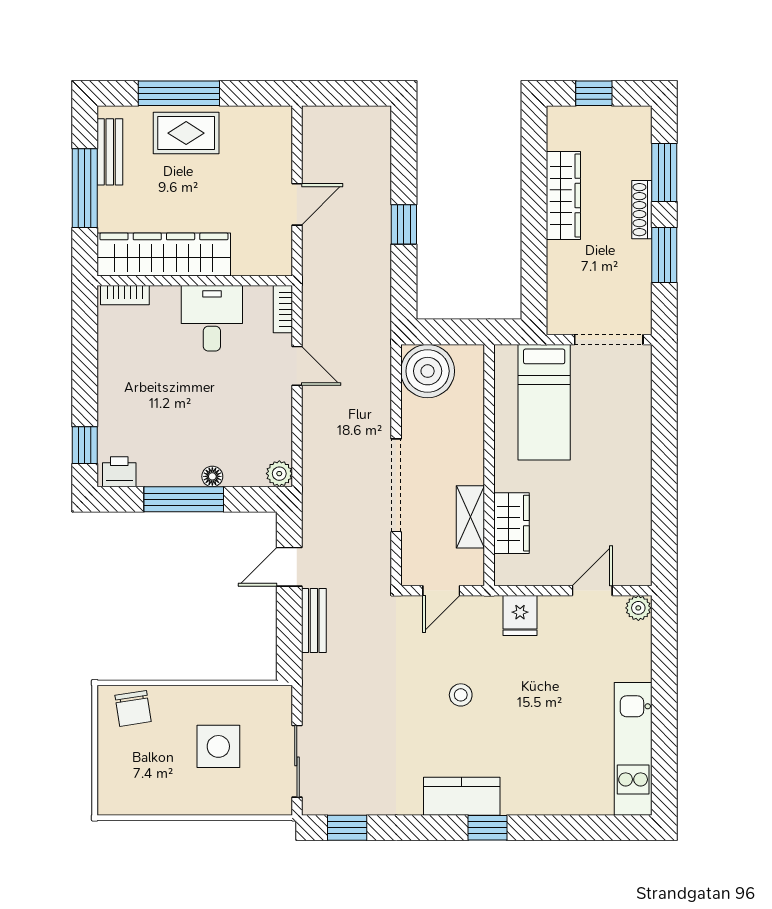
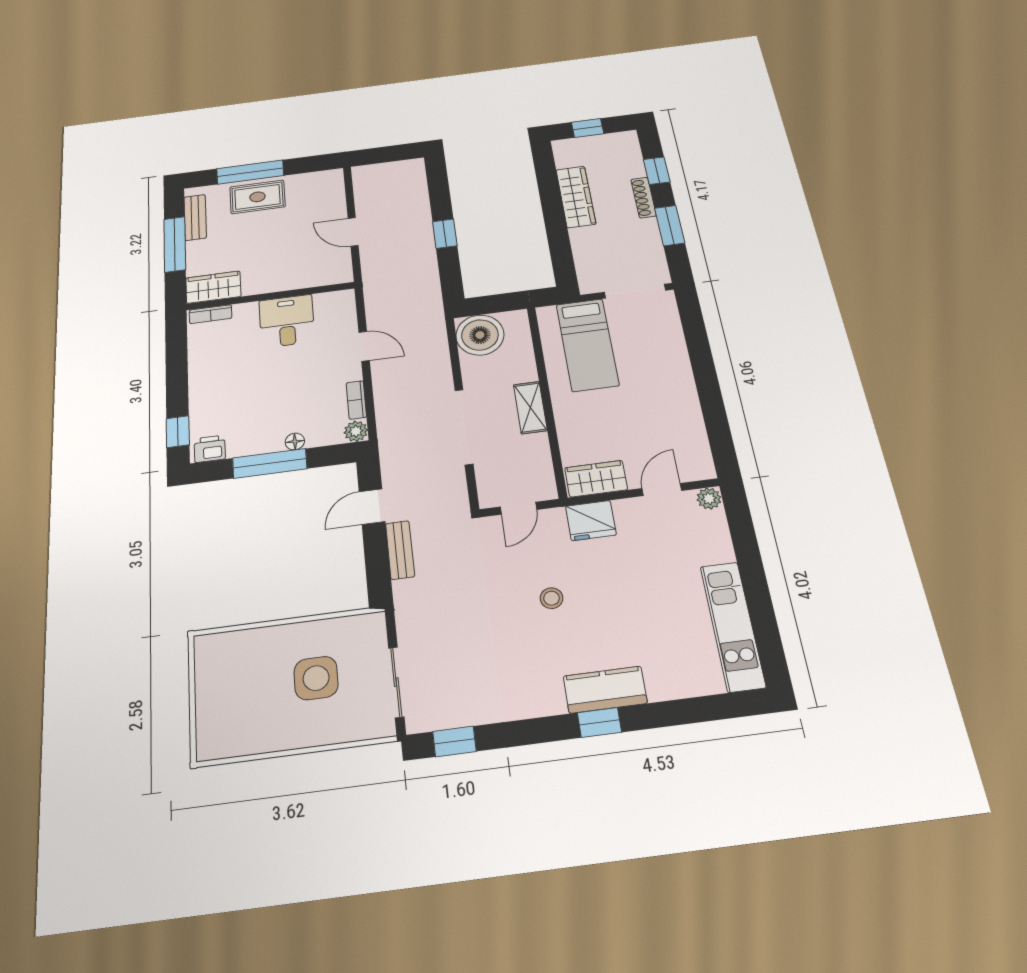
window: (664, 172) -> (657, 171), width x0.67
door: (297, 204) -> (353, 232), swing flipped
wardrobe: (164, 255) -> (213, 287), width x0.48, depth x0.85
bookcase: (283, 309) -> (356, 400), moved
shelving: (470, 517) -> (530, 408), moved
wardrobe: (511, 523) -> (596, 479), moved, turned -90
fridge: (520, 615) -> (591, 521), width x1.38
chair: (133, 708) -> (229, 653), removed
kitchen counter: (462, 796) -> (605, 690), moved

